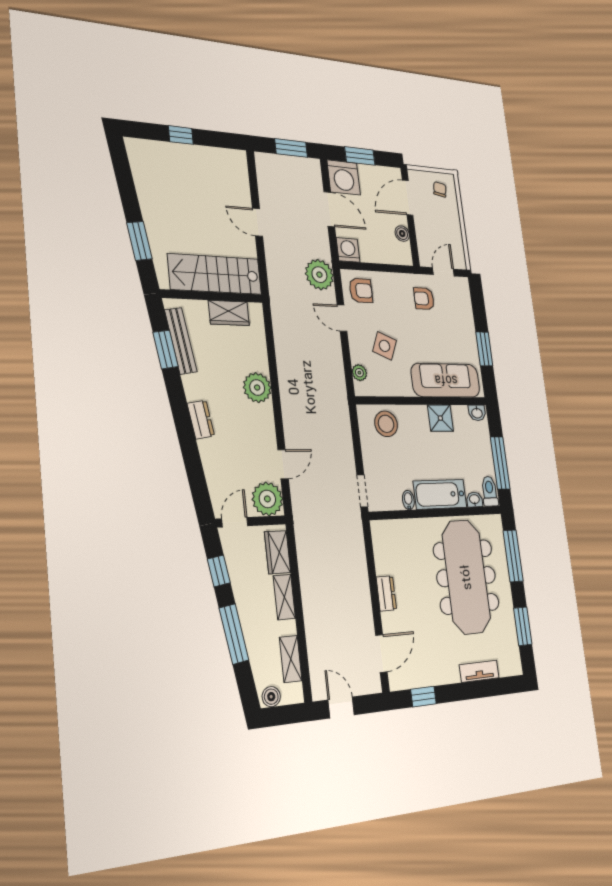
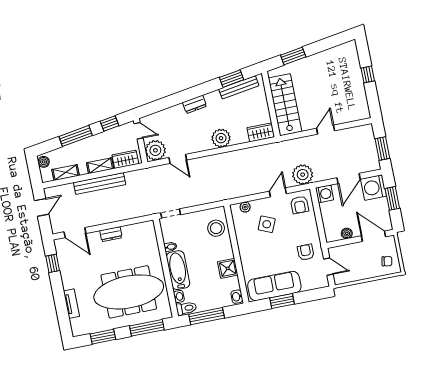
wardrobe: (229, 313) -> (261, 132), moved, turned 90
sofa: (446, 380) -> (274, 286), moved, turned -90
bench: (311, 602) -> (100, 183), added

